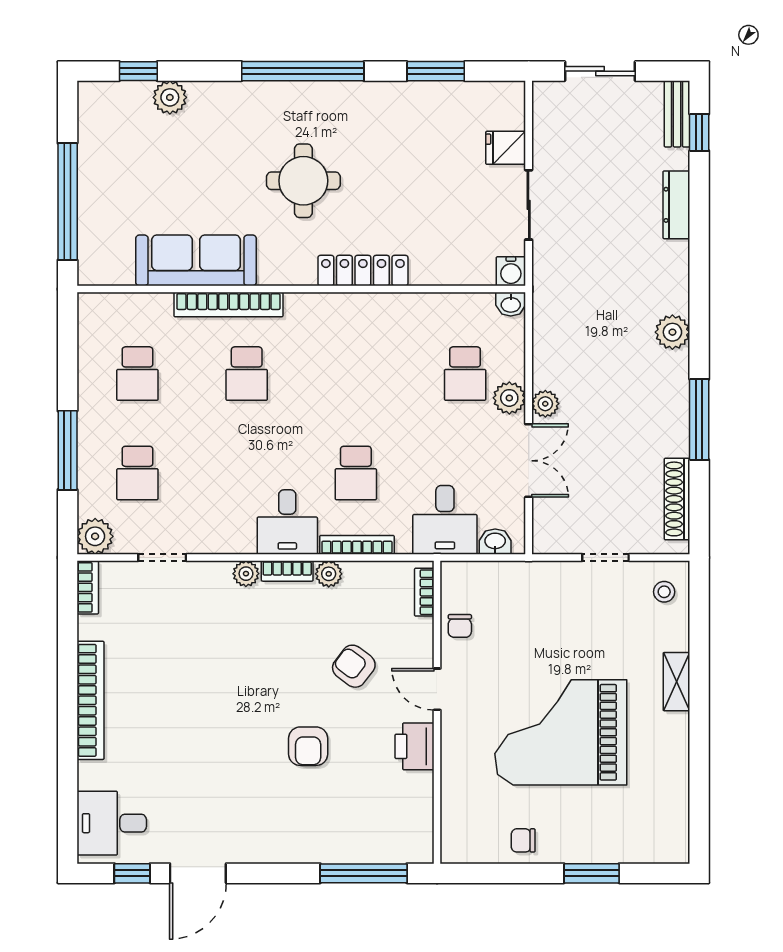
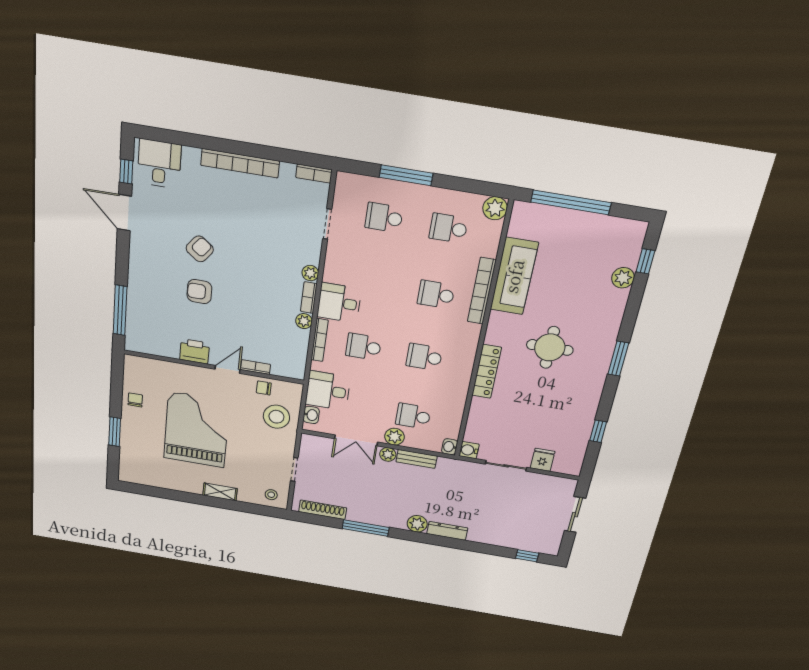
window: (303, 71) -> (618, 359), width x0.47
window: (436, 71) -> (598, 431), width x0.67
bench: (677, 114) -> (417, 459), moved
dresser: (676, 205) -> (447, 531), moved
school desk: (356, 374) -> (424, 357), added
plant: (95, 536) -> (495, 208), moved
bookcase: (424, 592) -> (256, 367), moved
stool: (510, 599) -> (276, 417), added
armchair: (354, 666) -> (200, 249), moved

